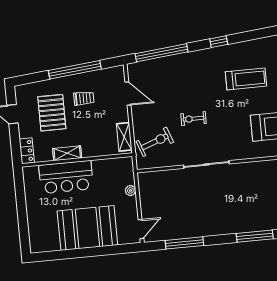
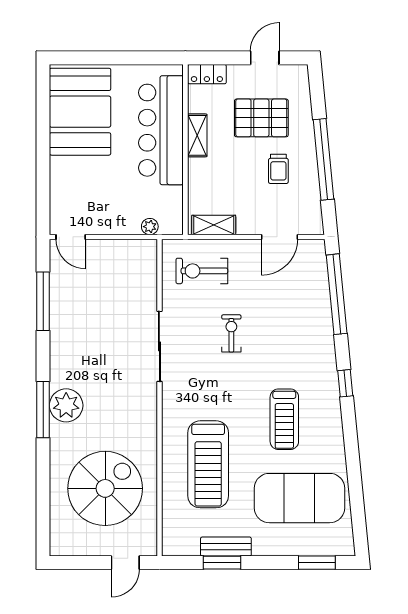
exercise bike: (155, 142) -> (202, 271), turned 110
bar counter: (66, 177) -> (161, 130), width x1.36
plant: (130, 191) -> (150, 227), moved
plant: (251, 221) -> (66, 405), added
booth: (87, 228) -> (80, 112), moved

